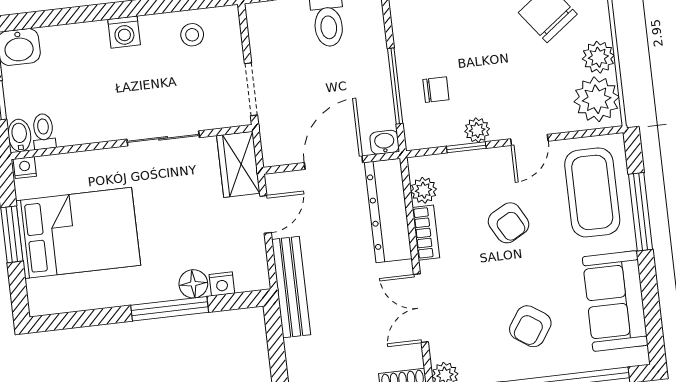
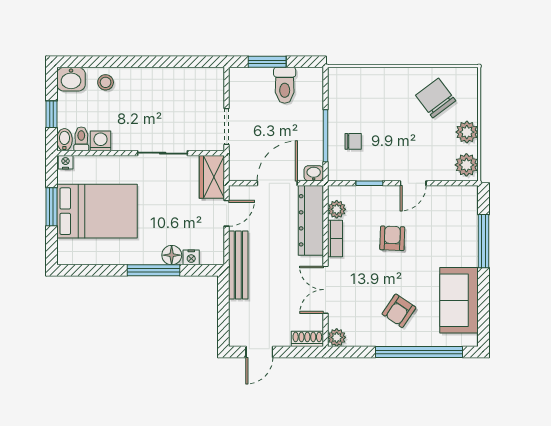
washing machine: (124, 32) -> (101, 141), moved, turned 180
stool: (192, 35) -> (106, 82), moved
plant: (597, 99) -> (466, 165), width x0.73, depth x0.73
plant: (477, 130) -> (378, 172), removed
coffee table: (592, 192) -> (452, 224), removed
armchair: (509, 223) -> (392, 238), turned -149

